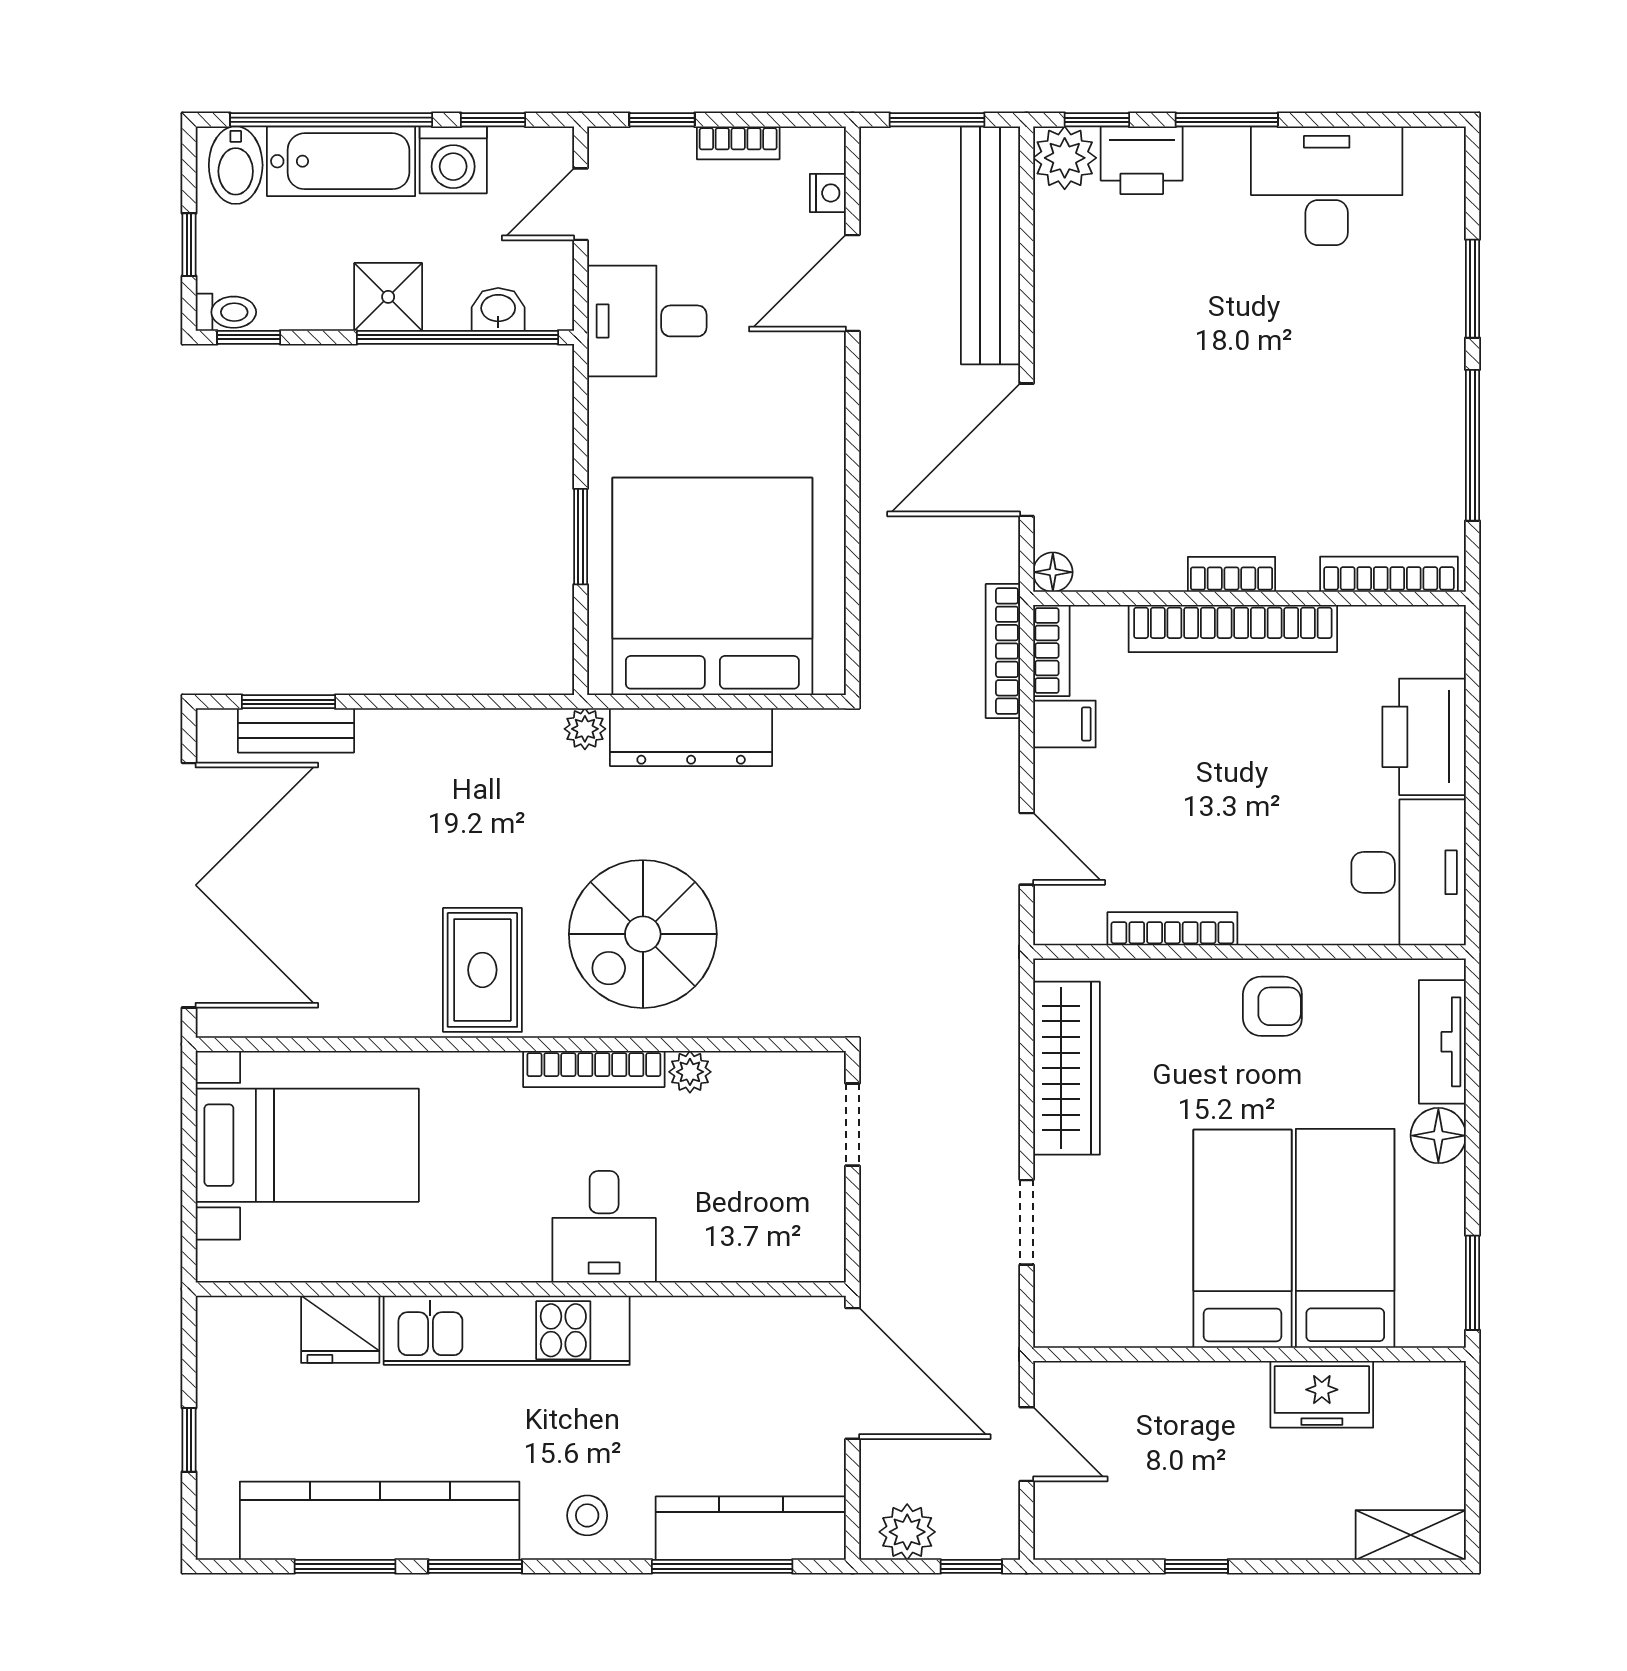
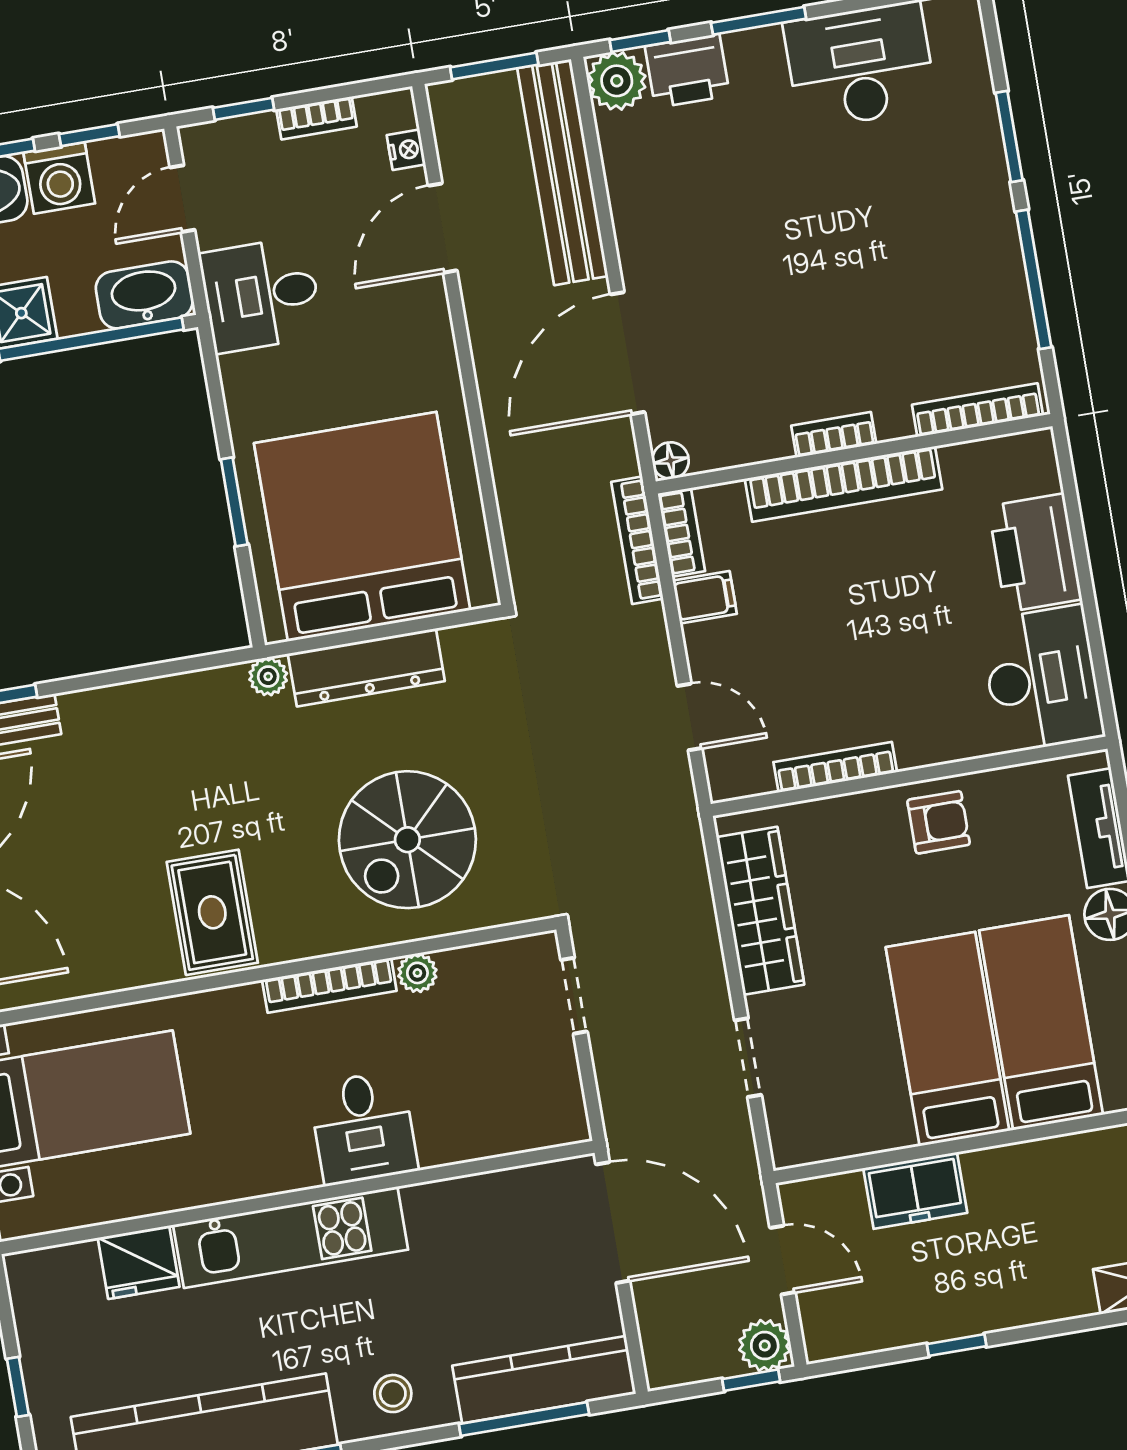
washbasin: (498, 309) -> (144, 295), width x1.91, depth x1.45
spiral stairs: (643, 934) -> (407, 840), moved
freezer: (1322, 1394) -> (915, 1191), moved
plant: (907, 1532) -> (765, 1346), moved

